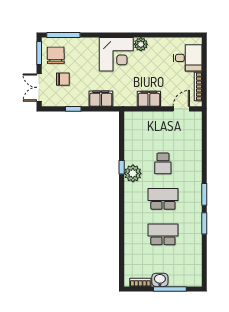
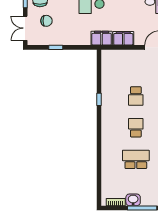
filing cabinet: (101, 99) -> (102, 38), moved
plant: (133, 173) -> (109, 105), removed
school desk: (163, 199) -> (136, 128), width x0.54

